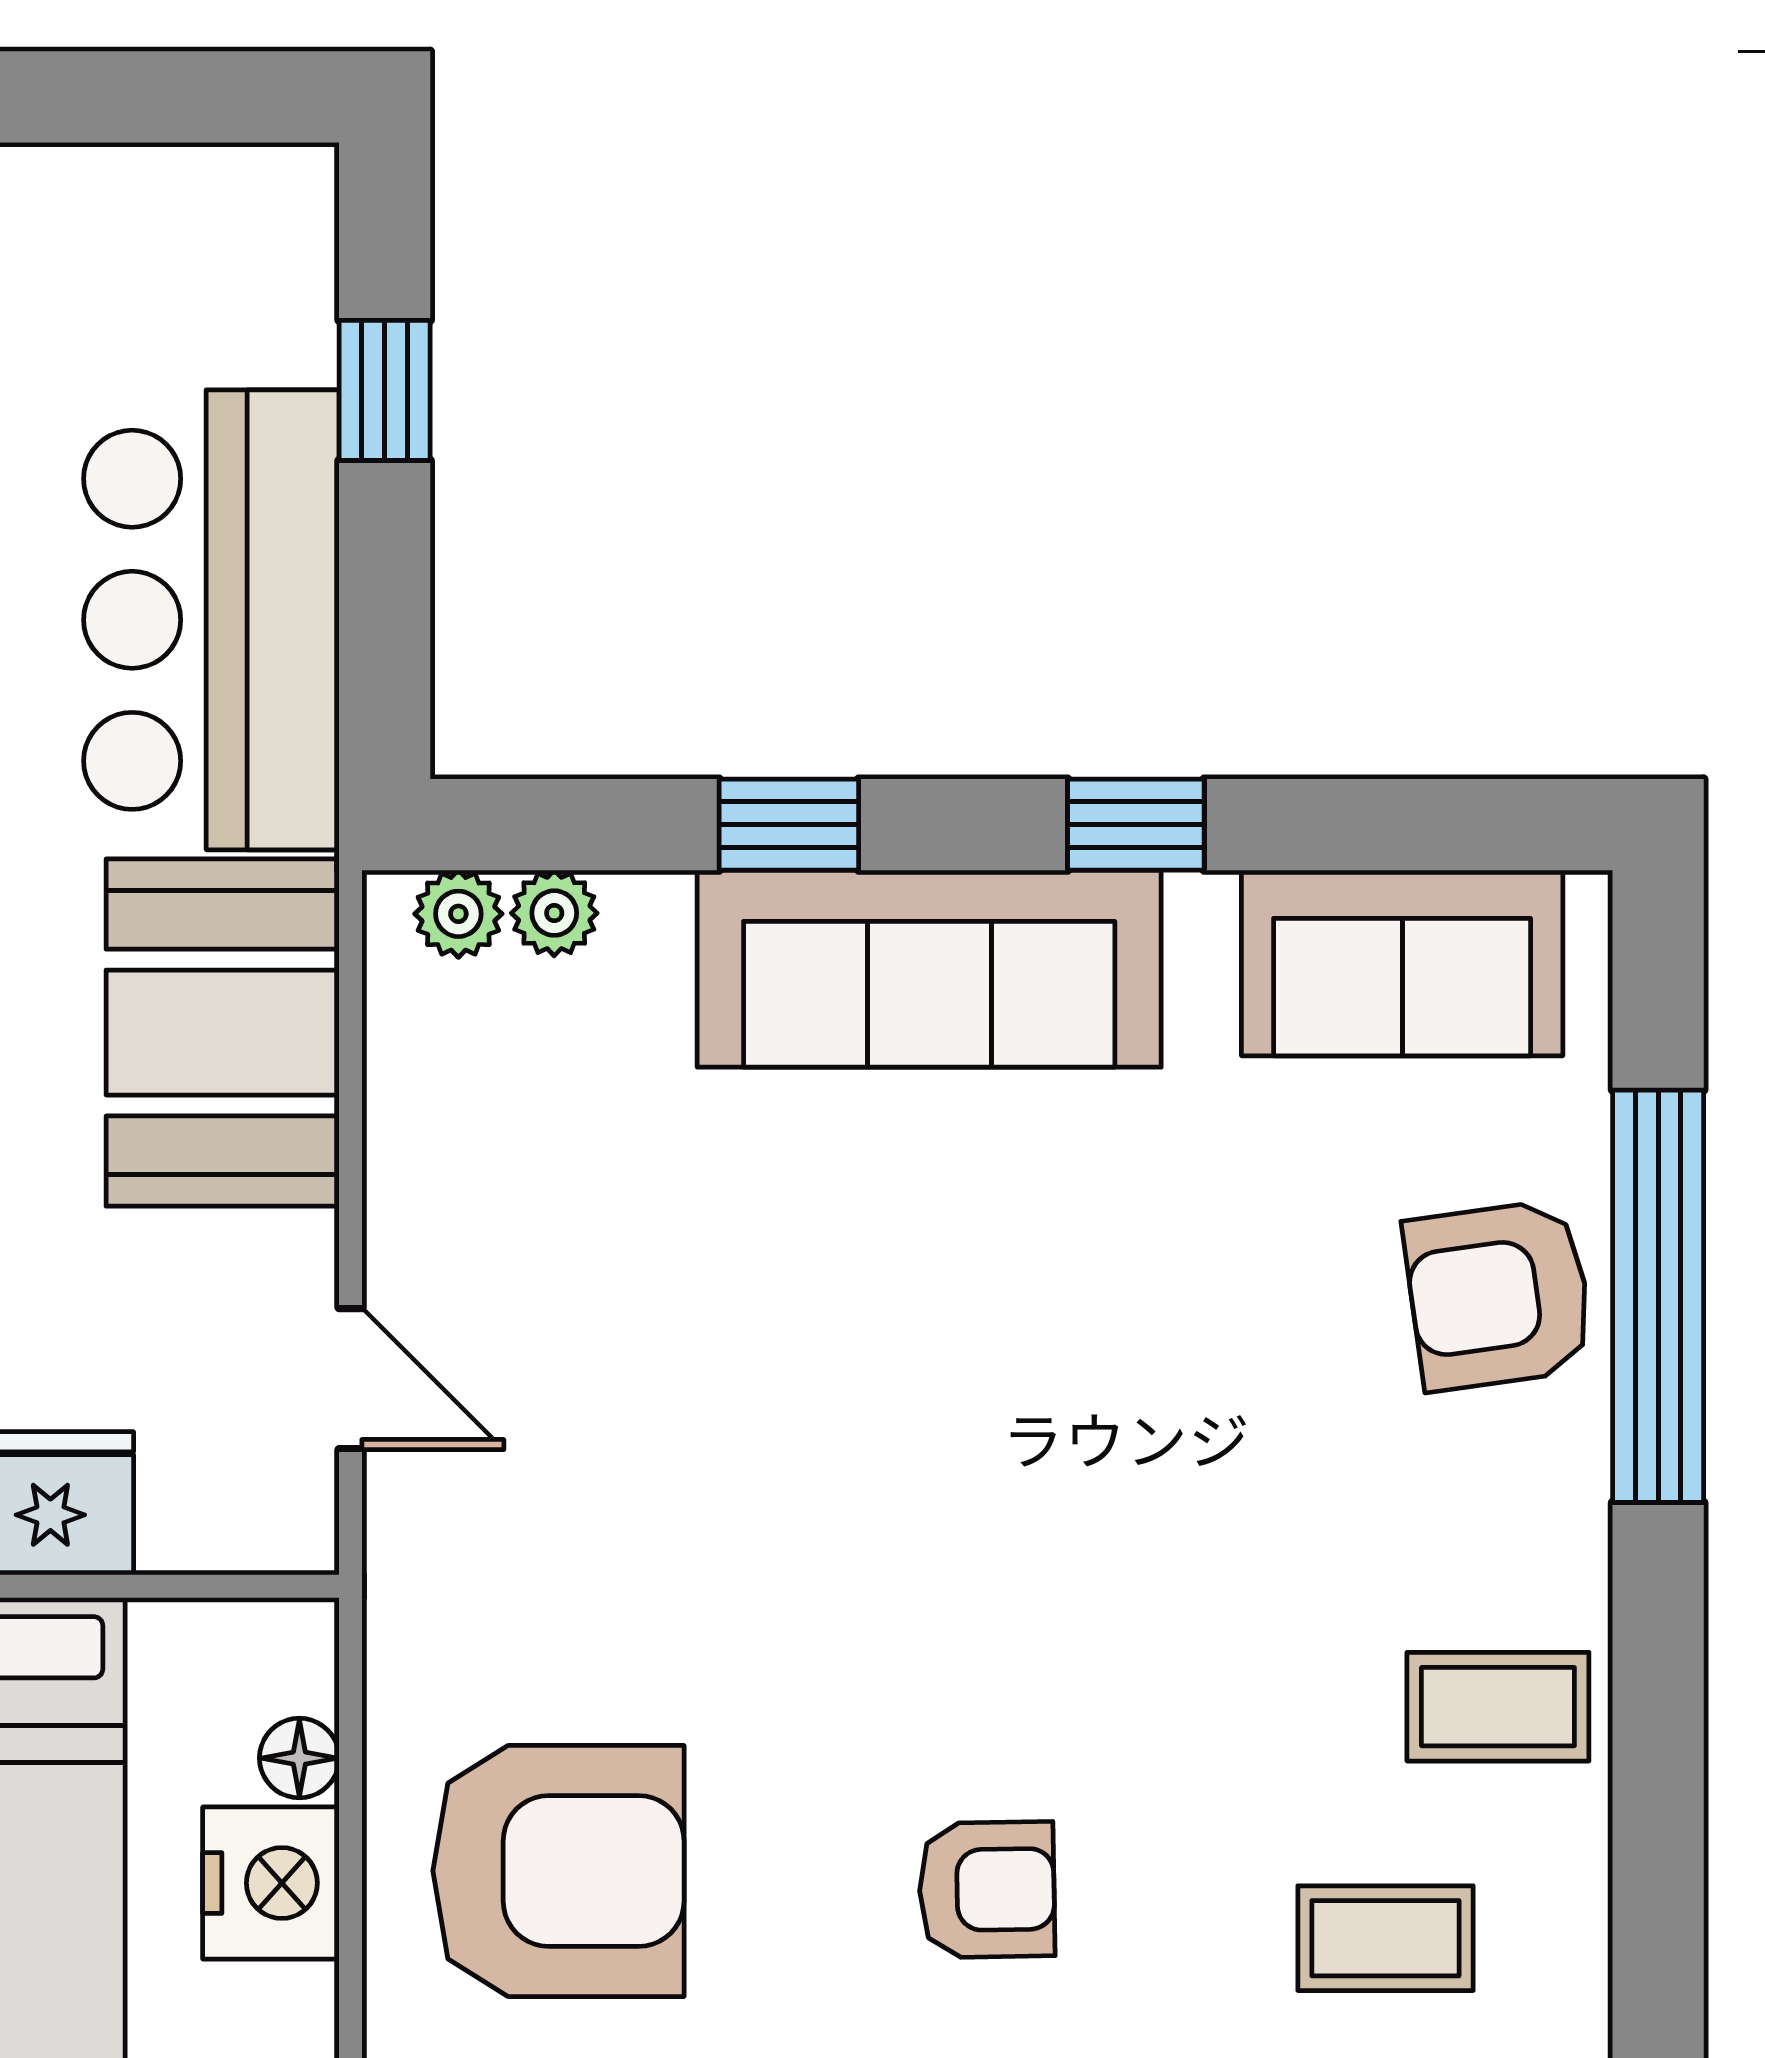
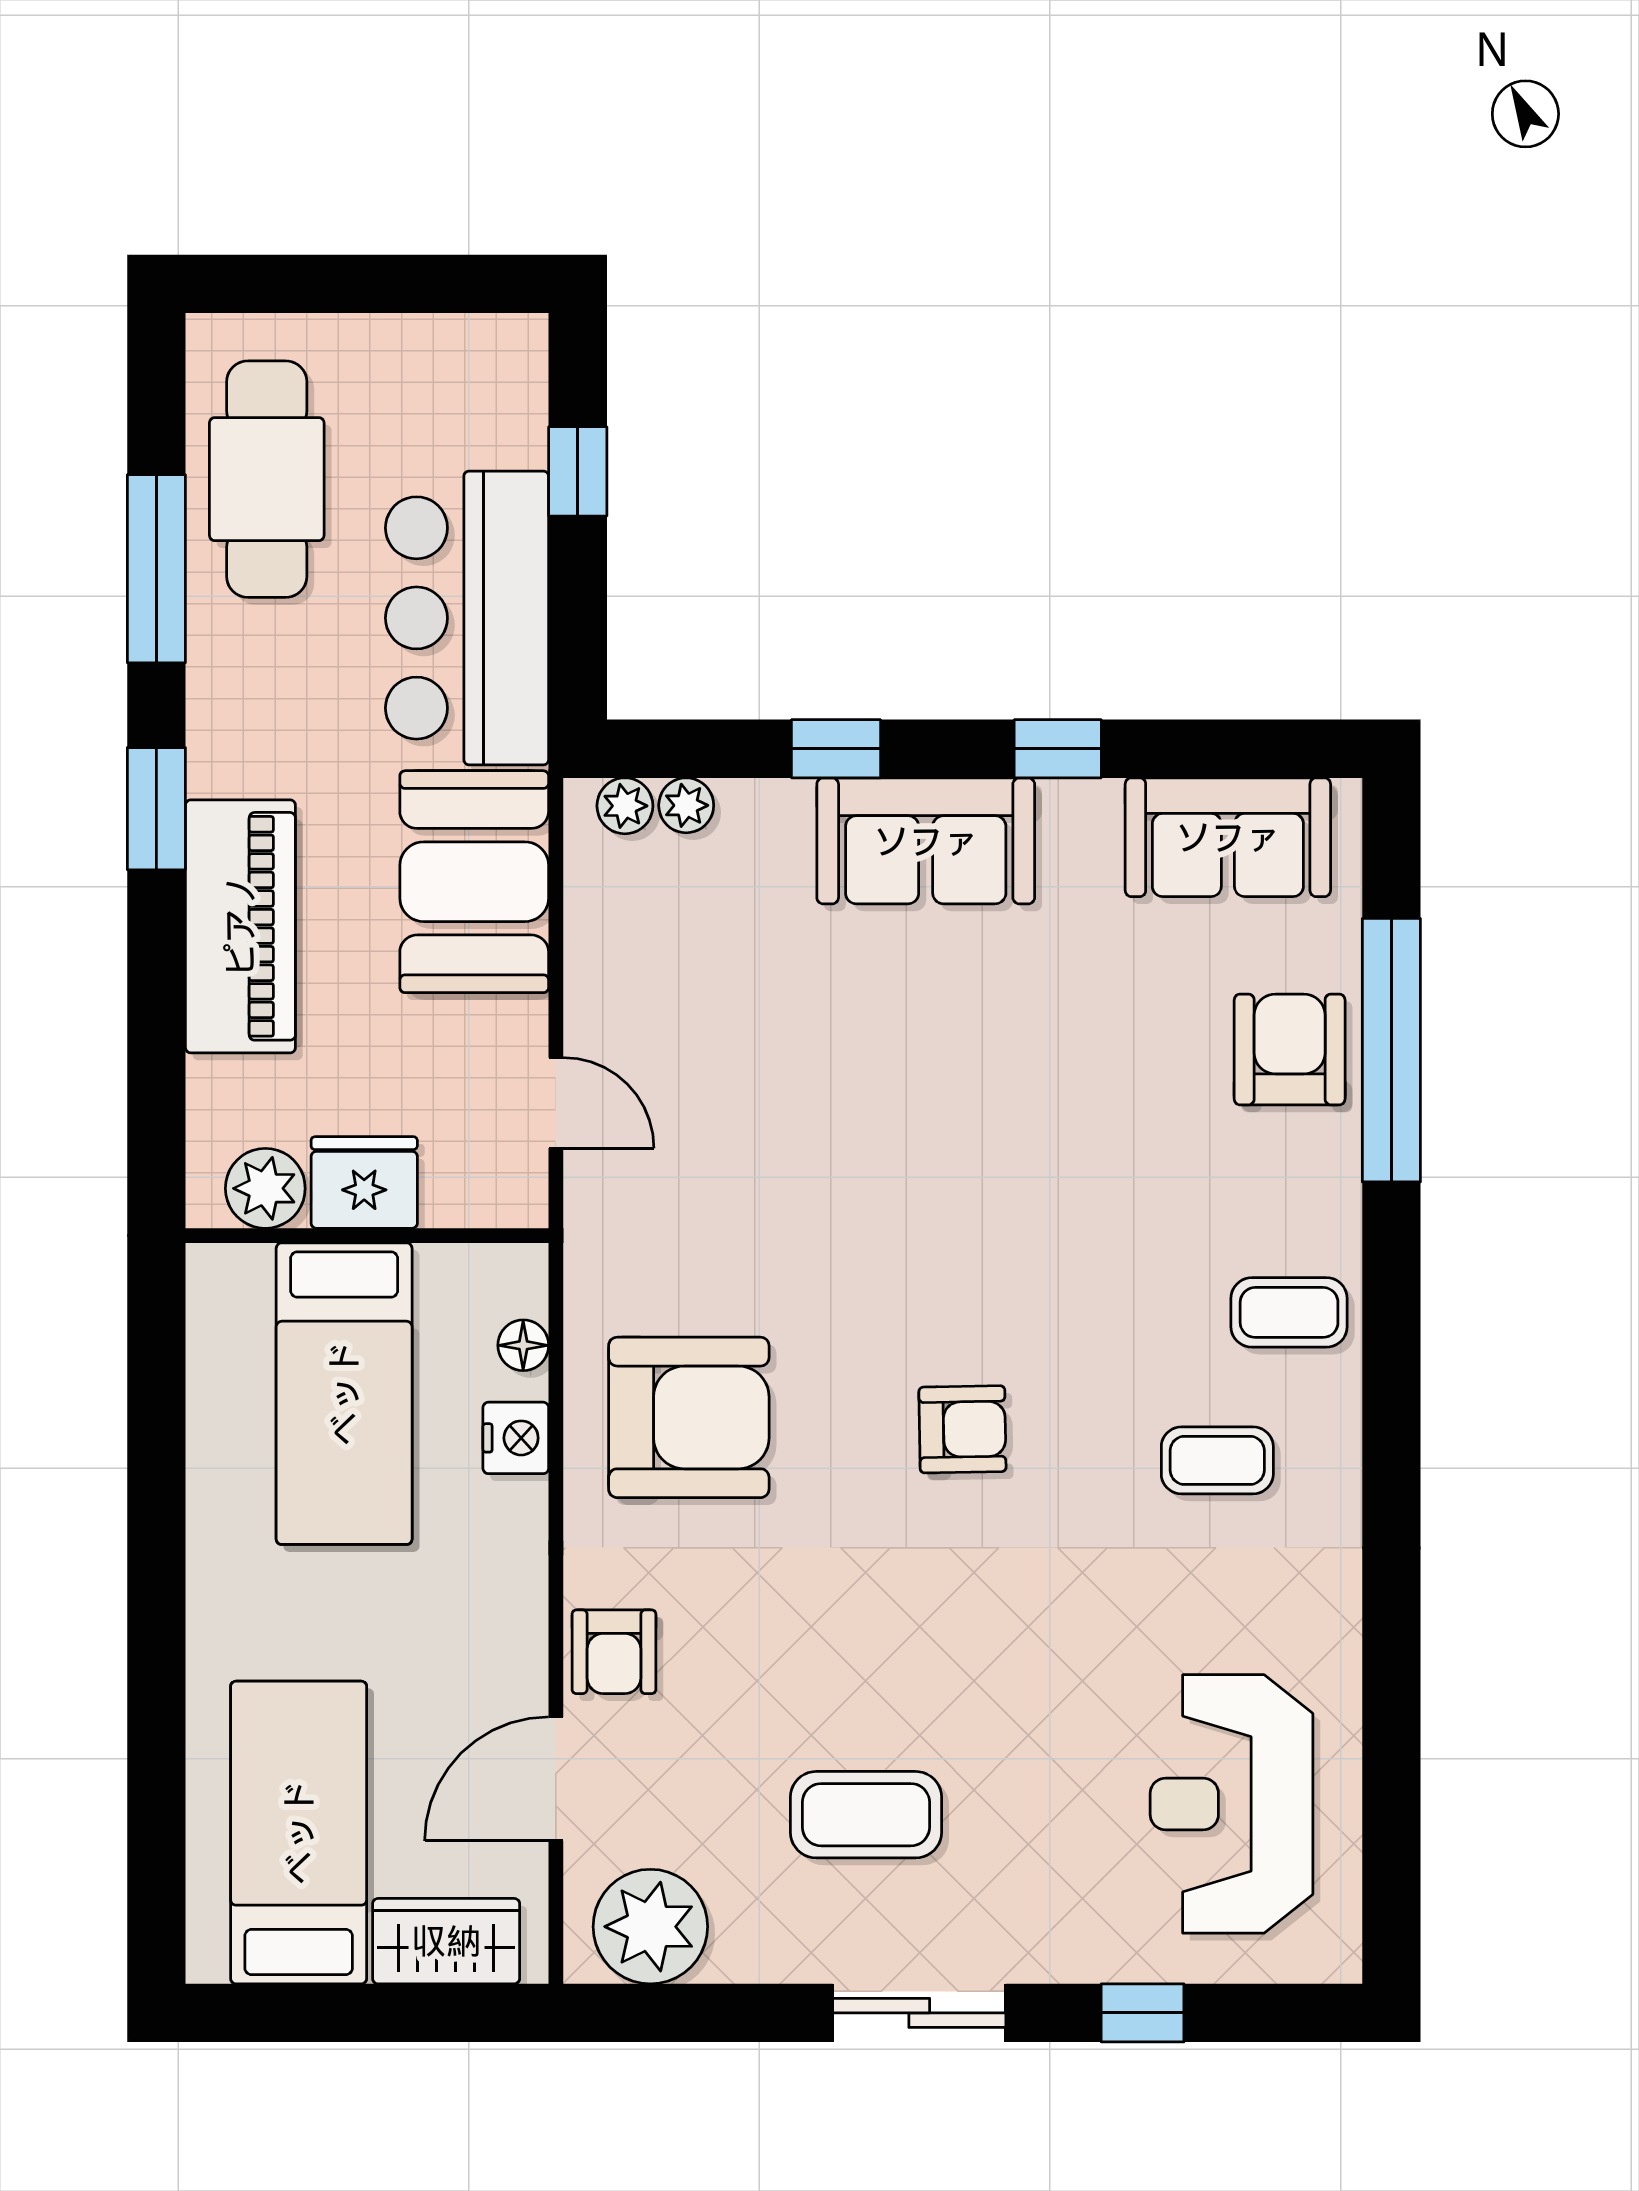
sofa: (929, 969) -> (926, 841), width x0.73
armchair: (1499, 1295) -> (1290, 1049), turned 98
nightstand: (271, 1883) -> (516, 1438), width x0.74, depth x0.75

